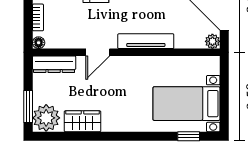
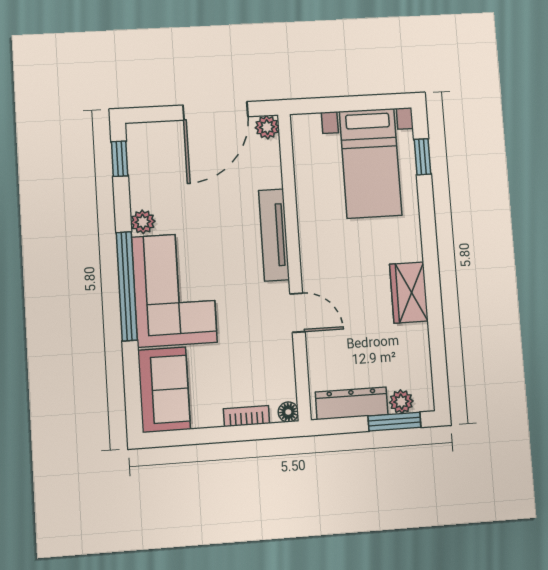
dresser: (54, 64) -> (352, 403), moved, turned -90
plant: (46, 118) -> (401, 402), width x0.53, depth x0.53
wardrobe: (82, 121) -> (409, 293), moved

